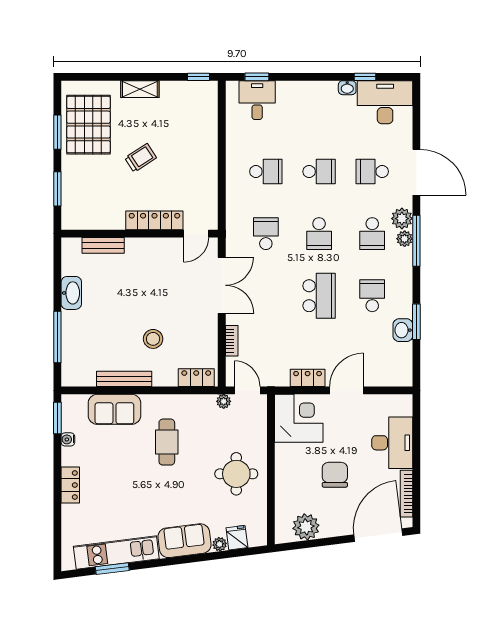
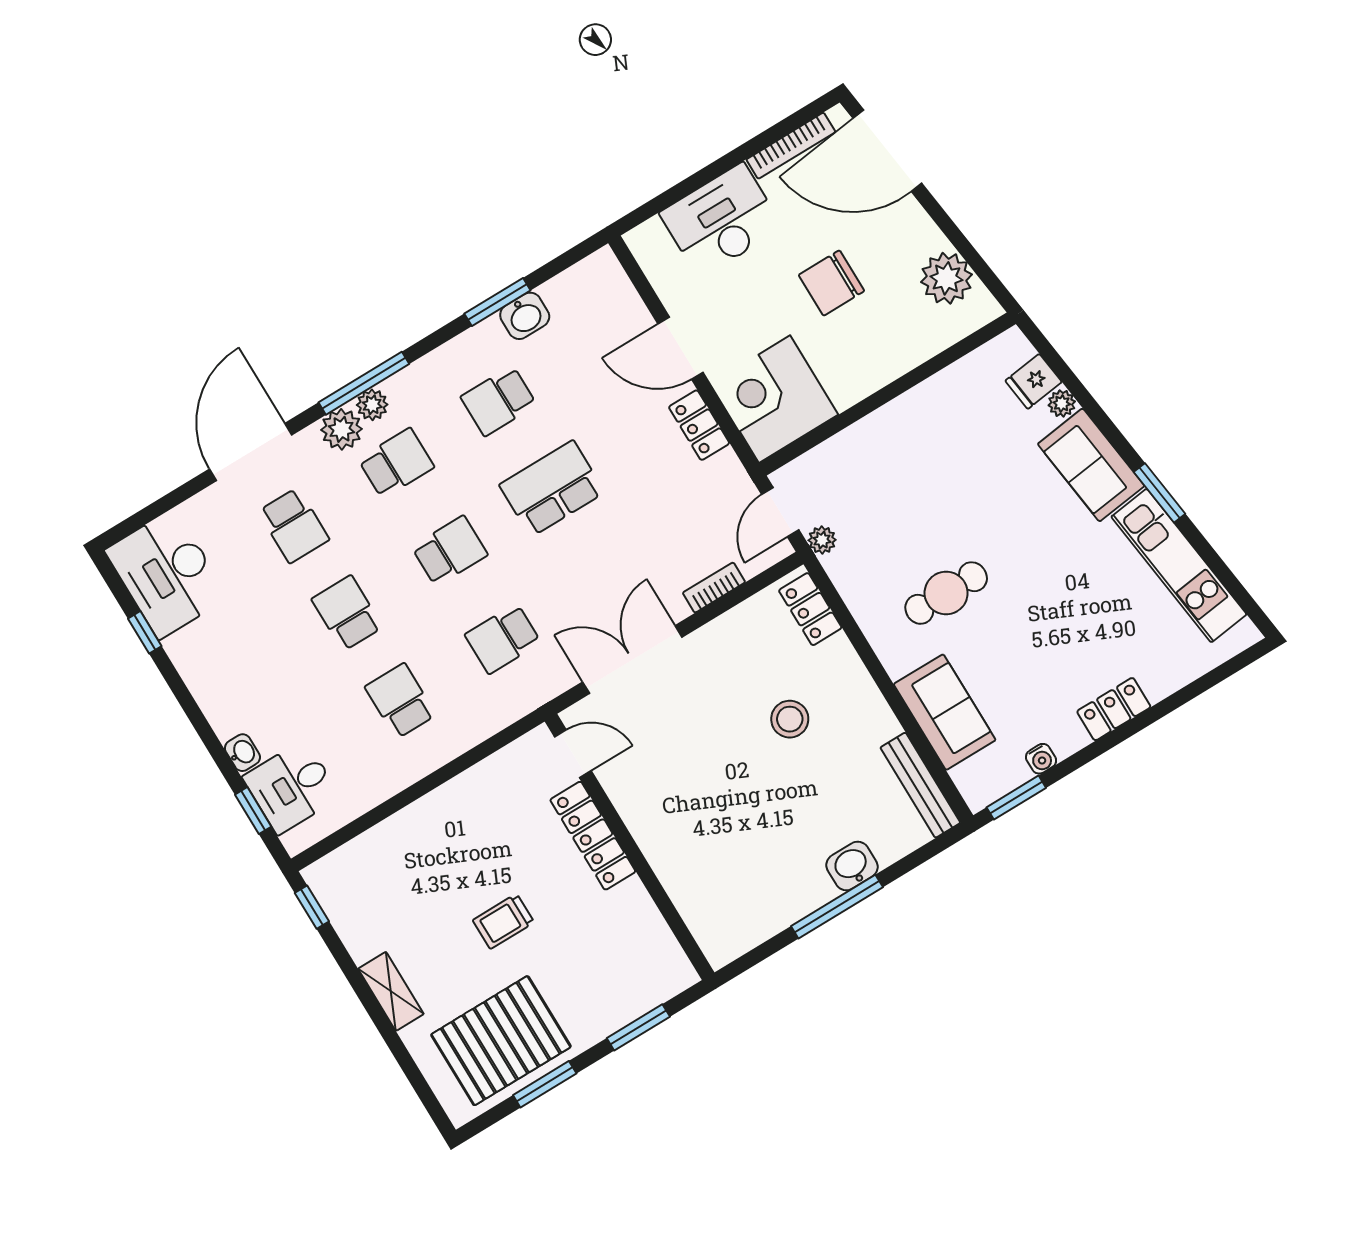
washbasin: (347, 88) -> (242, 753), moved
trolley: (141, 158) -> (503, 921), turned -57
bench: (103, 245) -> (686, 895), removed
washbasin: (71, 293) -> (852, 866), moved, width x0.72
window: (57, 337) -> (837, 907), moved
bench: (124, 379) -> (920, 785), moved
round table: (236, 474) -> (929, 446), removed
window: (112, 569) -> (1159, 493), moved

